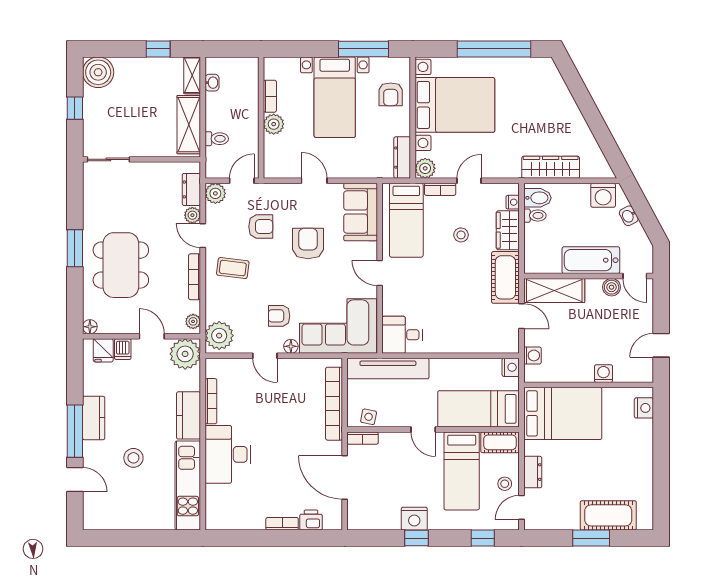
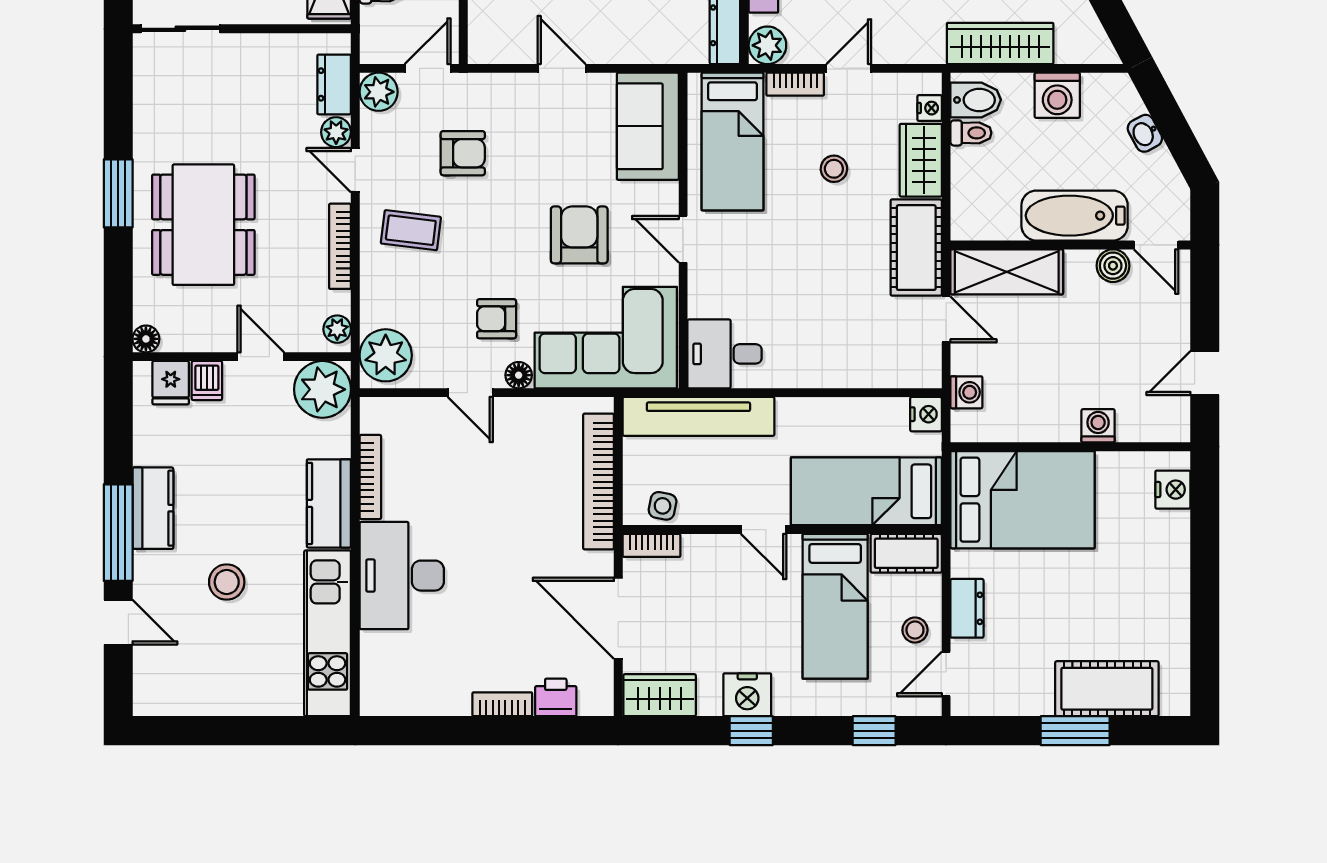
washing machine: (603, 195) -> (1057, 95), moved
armchair: (308, 243) -> (579, 235), moved
wardrobe: (367, 519) -> (660, 695), added

